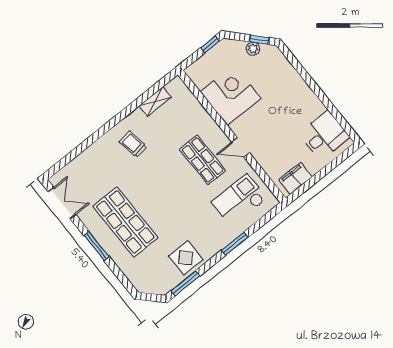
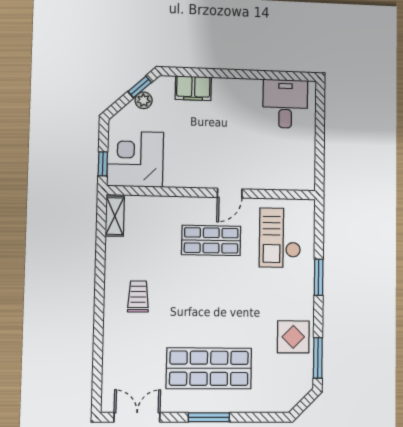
window: (210, 44) -> (103, 164), moved
corner desk: (231, 95) -> (135, 159), moved
shelving: (155, 102) -> (115, 216), moved
trolley: (133, 144) -> (138, 296), turned 99
filing cabinet: (296, 178) -> (193, 88), moved, turned -90

